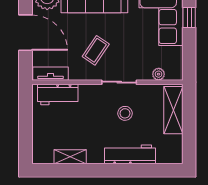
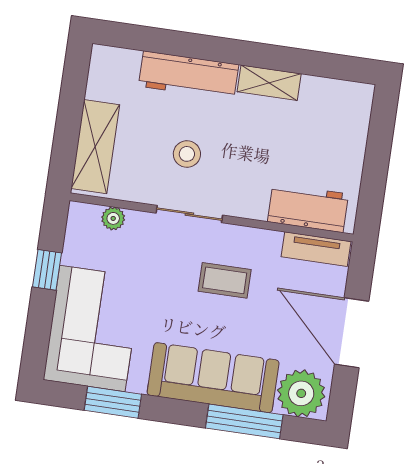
window: (189, 18) -> (47, 270), moved
coffee table: (96, 50) -> (225, 280), turned 56
shelving: (70, 157) -> (269, 83), moved

